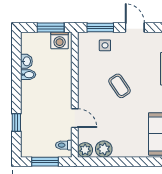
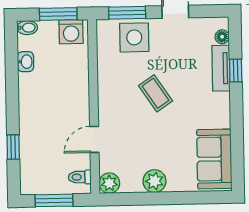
side table: (105, 45) -> (134, 37), width x1.87, depth x1.87
bidet: (28, 75) -> (27, 28), moved
door: (75, 118) -> (94, 139), swing flipped
plant: (104, 149) -> (154, 181), moved

